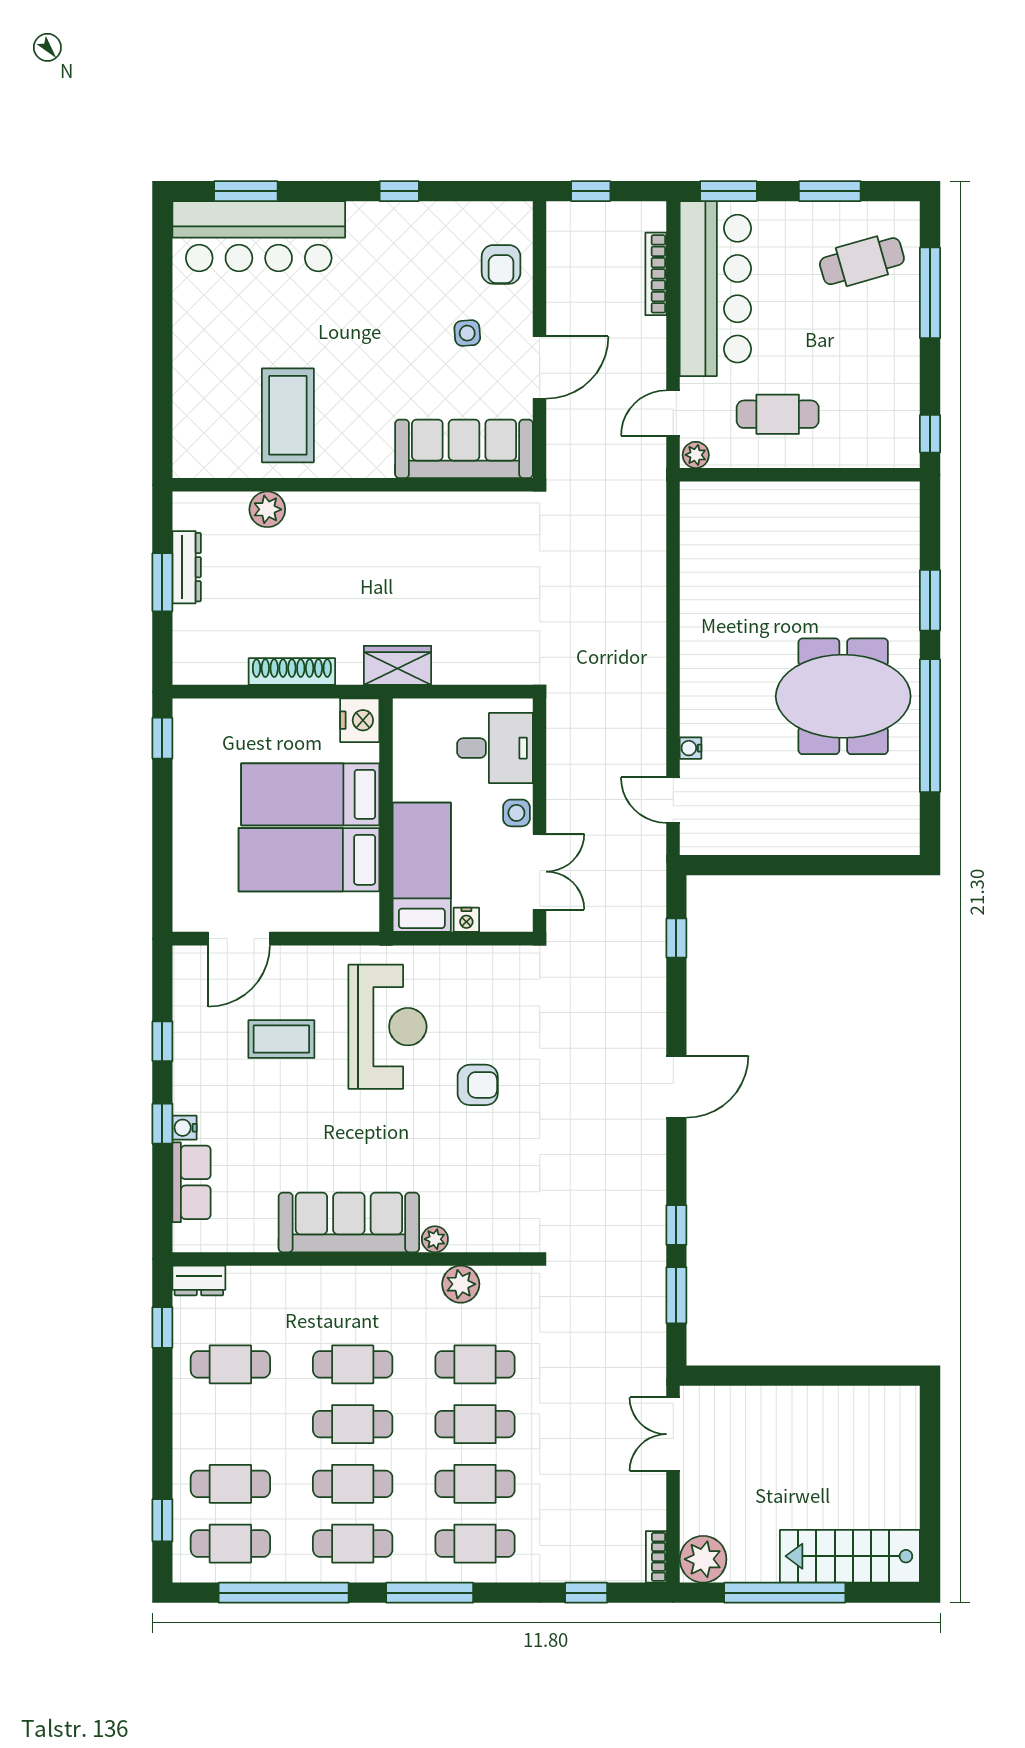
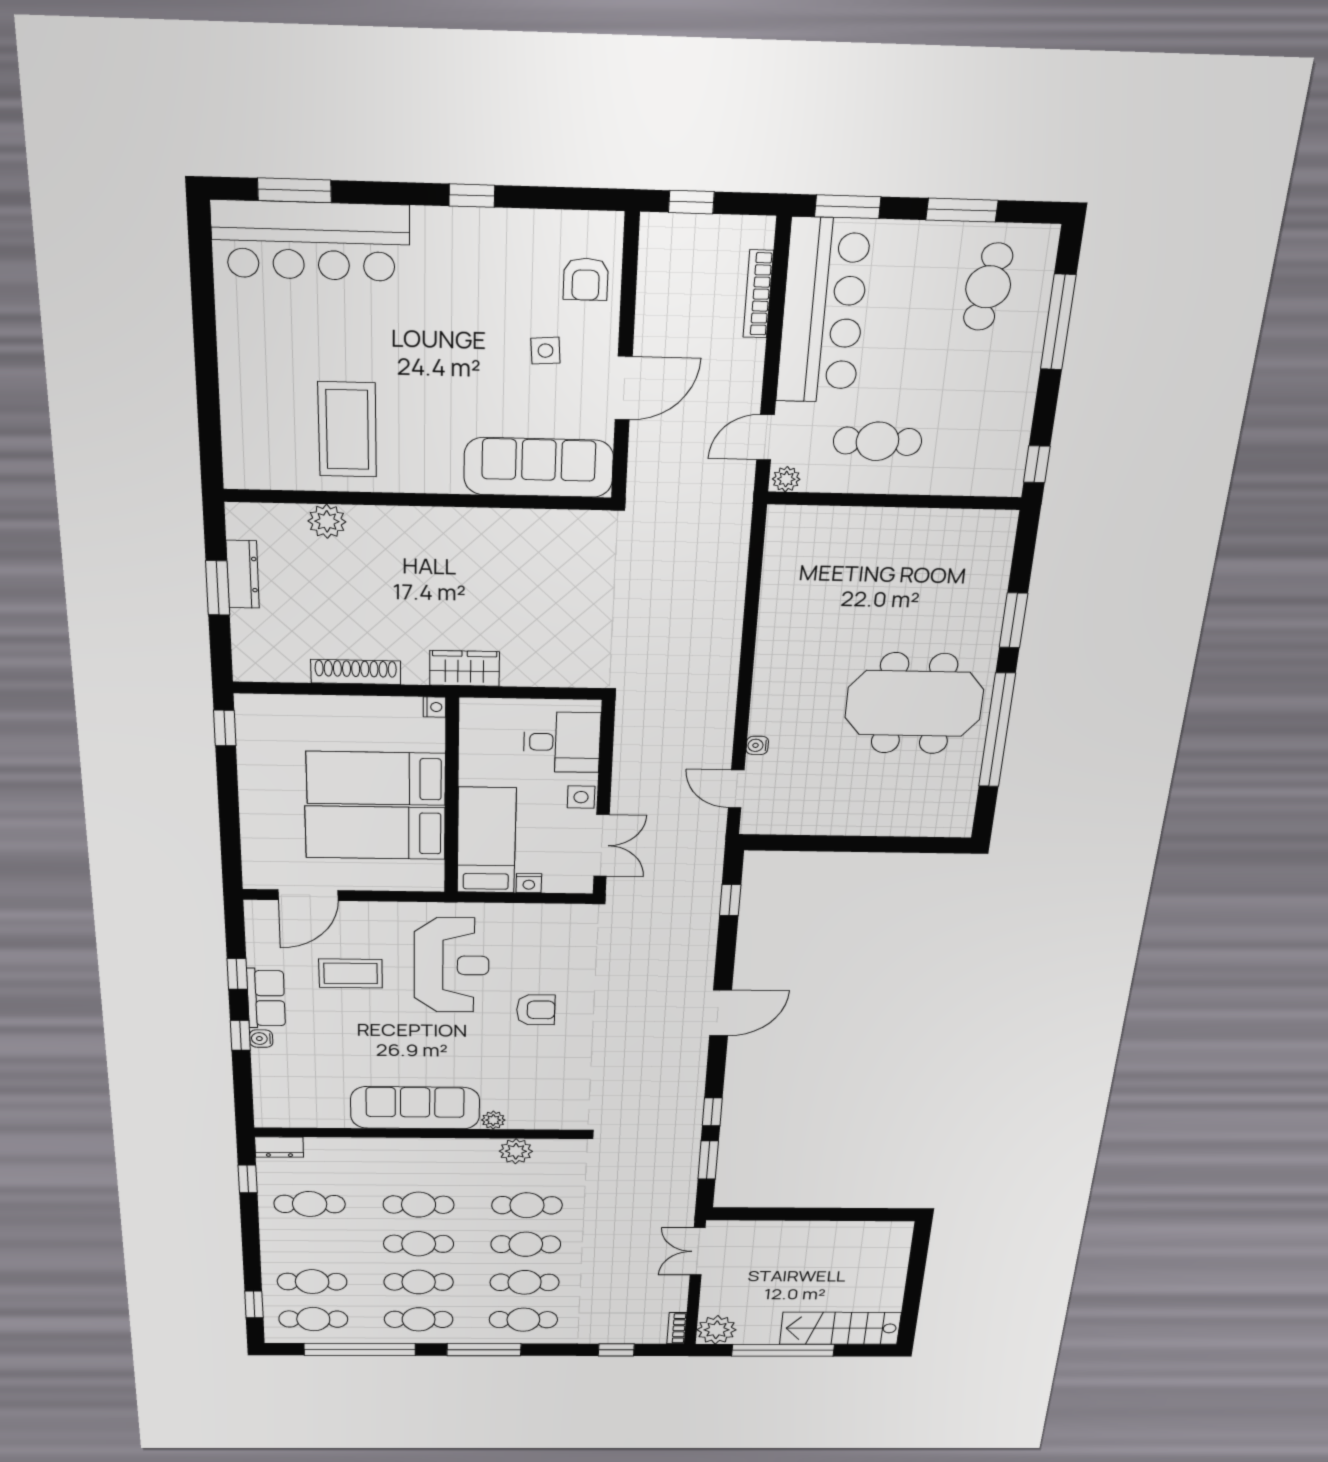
cafe table: (862, 261) -> (988, 287), turned -65
nightstand: (360, 720) -> (434, 707), width x0.53, depth x0.56
row of seats: (192, 1182) -> (266, 998), moved

